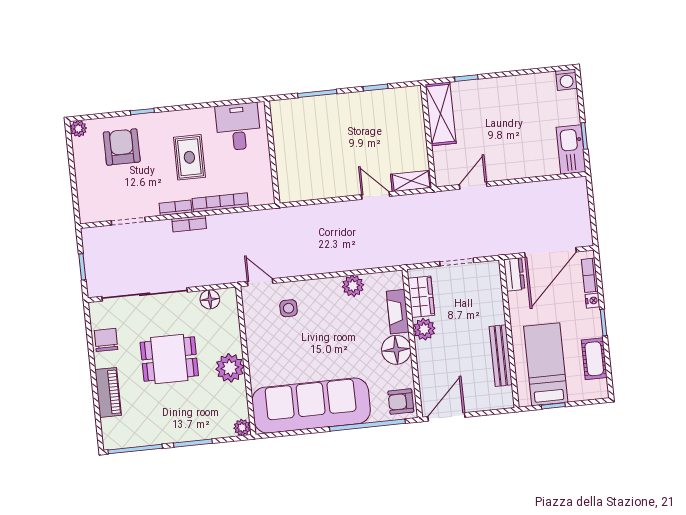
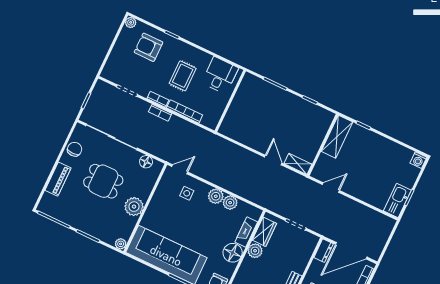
armchair: (122, 147) -> (149, 47), turned -90
door: (260, 282) -> (180, 169), hinge flipped
plant: (329, 289) -> (216, 196), added

